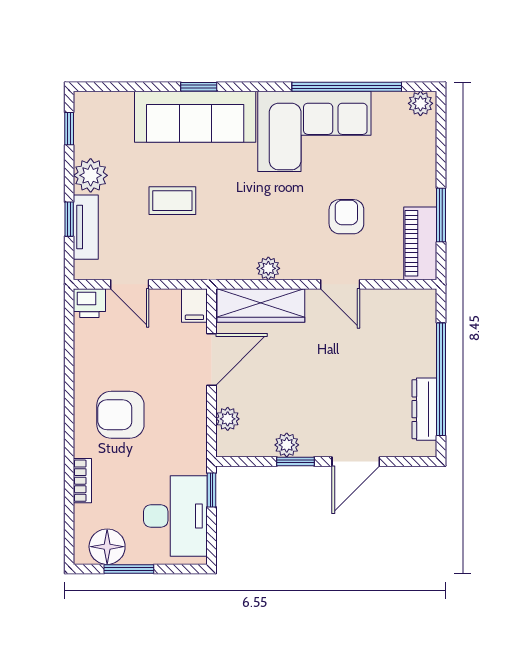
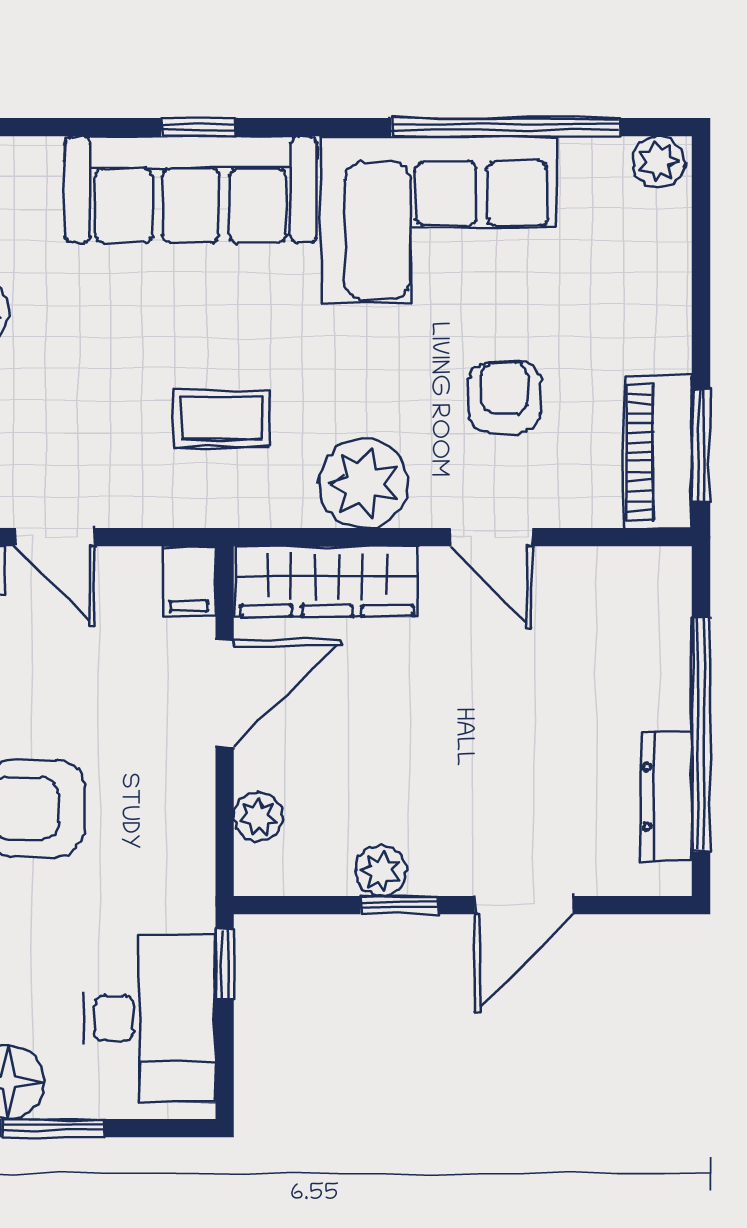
coffee table: (172, 201) -> (222, 418), moved
window: (441, 215) -> (701, 446), moved
plant: (268, 268) -> (363, 483), width x1.88, depth x1.88

